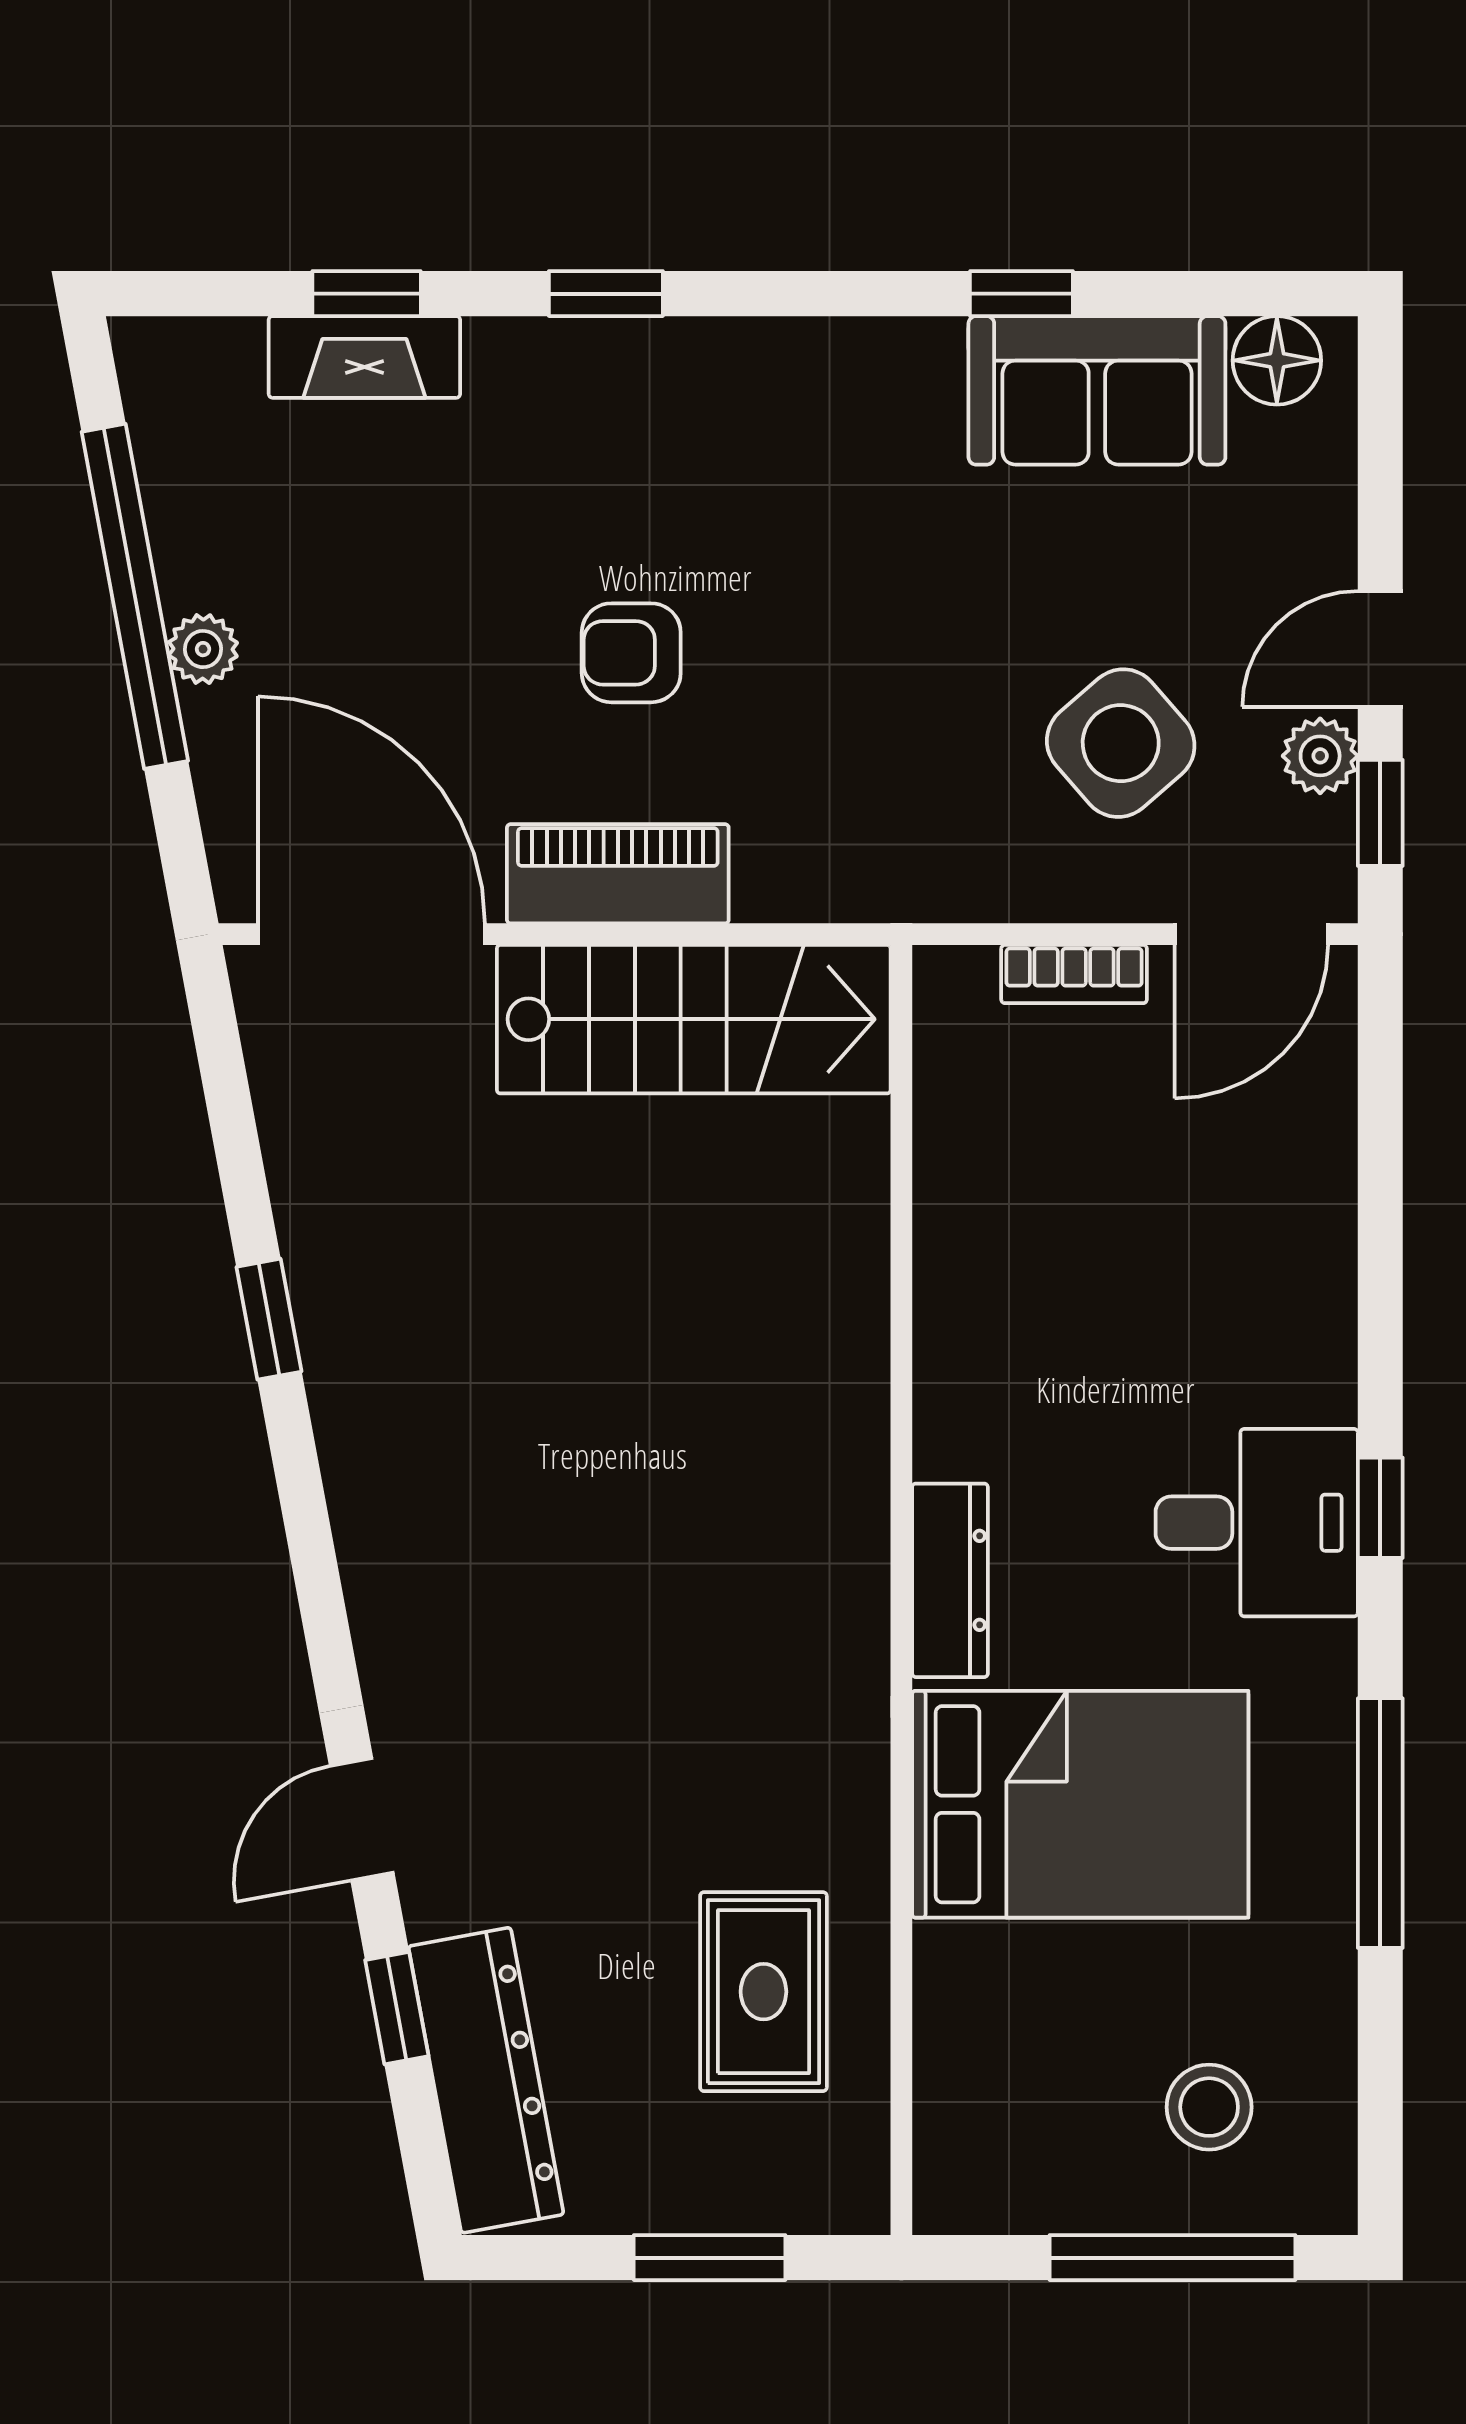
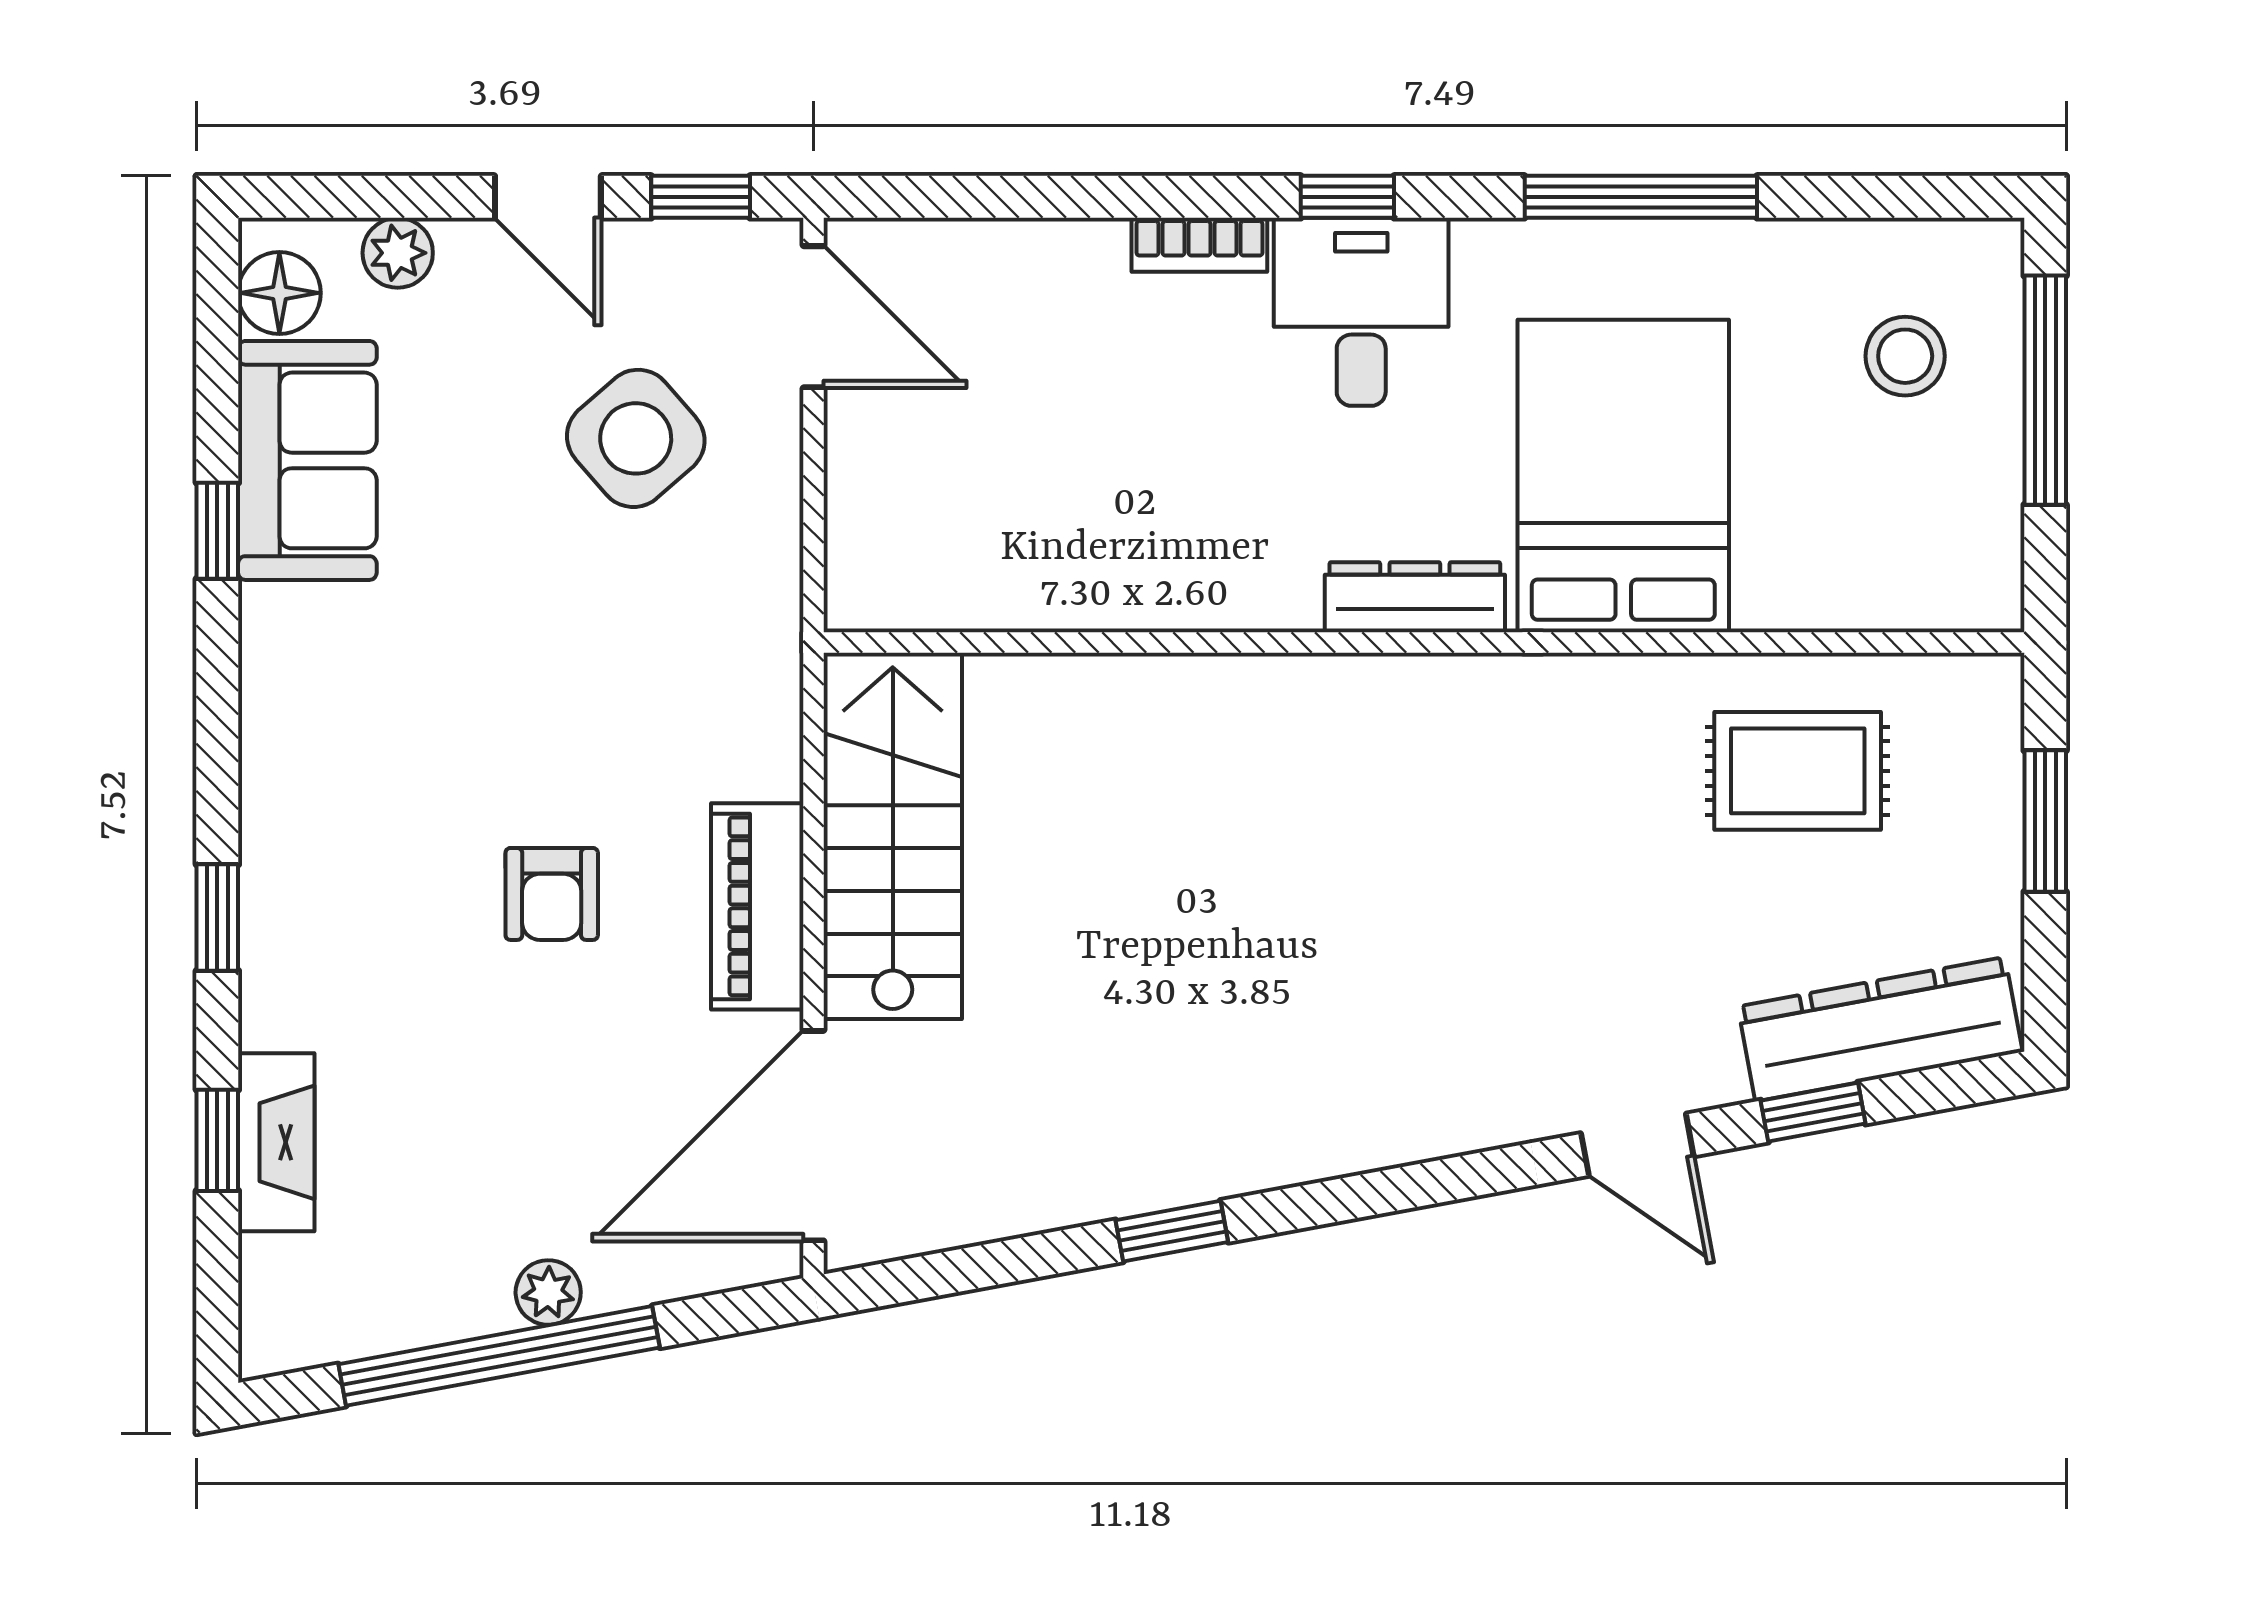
plant: (1320, 756) -> (398, 253), moved
bookcase: (1074, 974) -> (1199, 245), moved, turned 90

